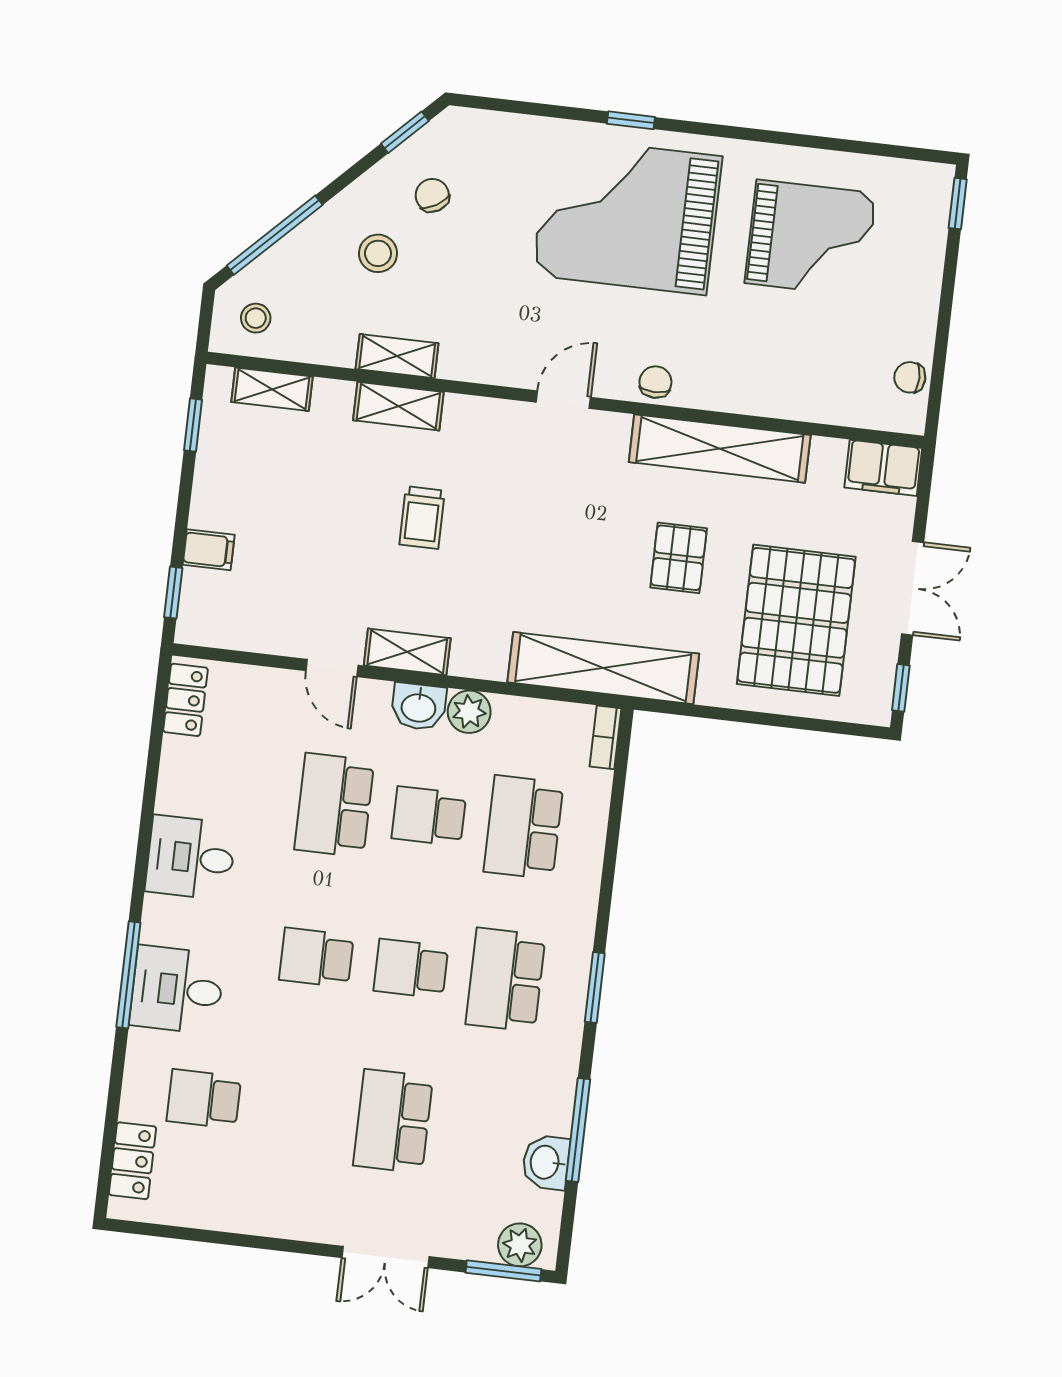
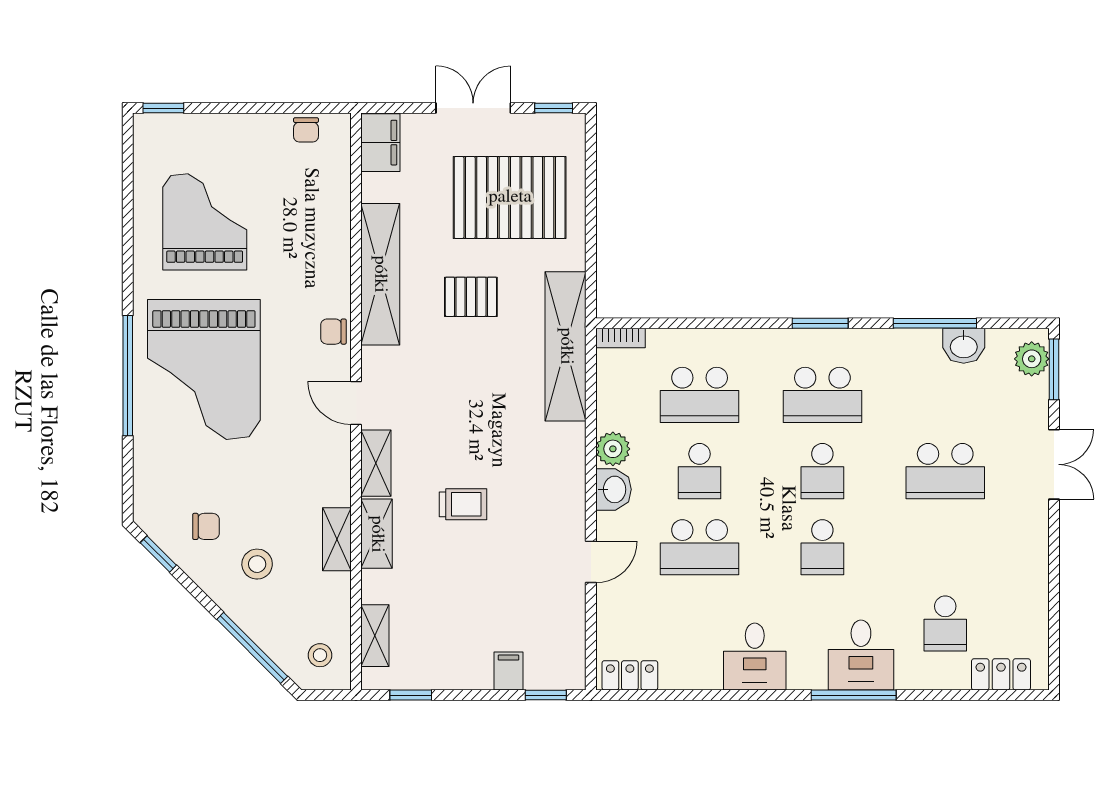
window: (631, 120) -> (128, 376), width x3.17
chair: (432, 195) -> (206, 526), turned -149
shelving: (407, 652) -> (376, 463), moved

